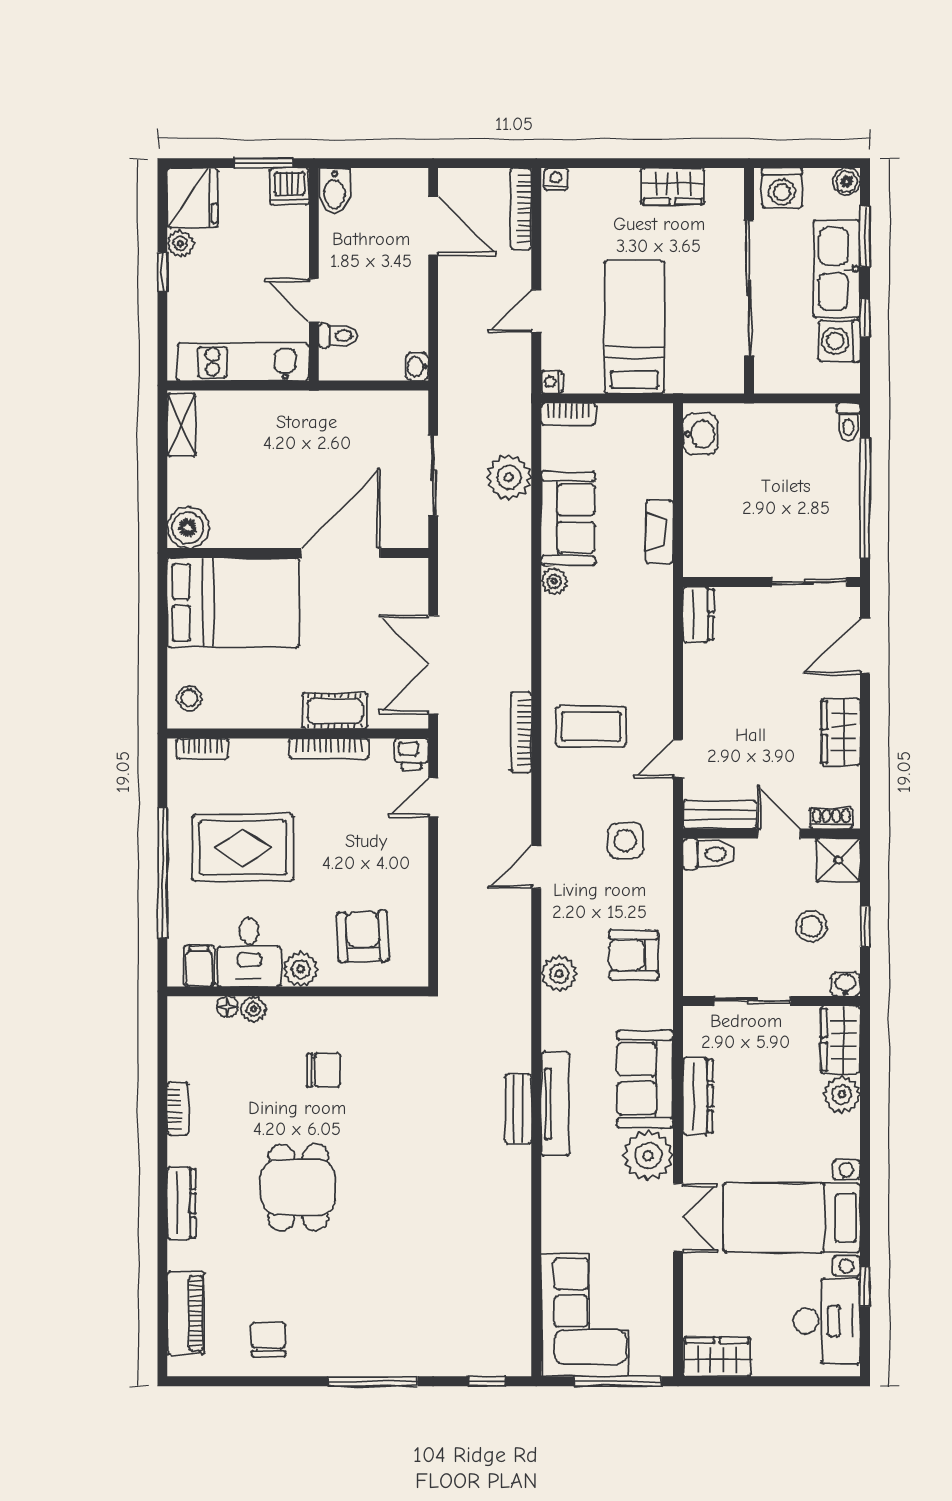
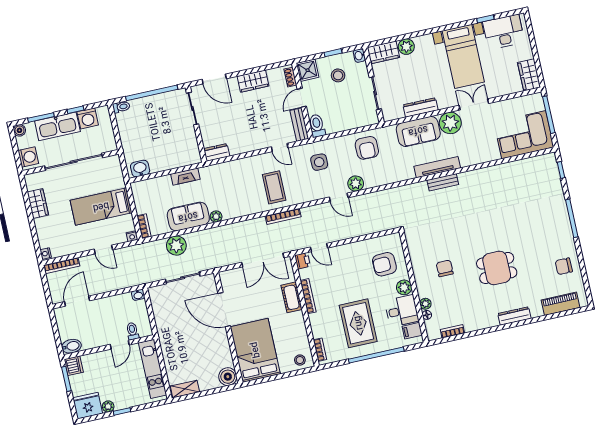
plant: (559, 974) -> (356, 184), moved
bookcase: (178, 1109) -> (452, 331), moved

